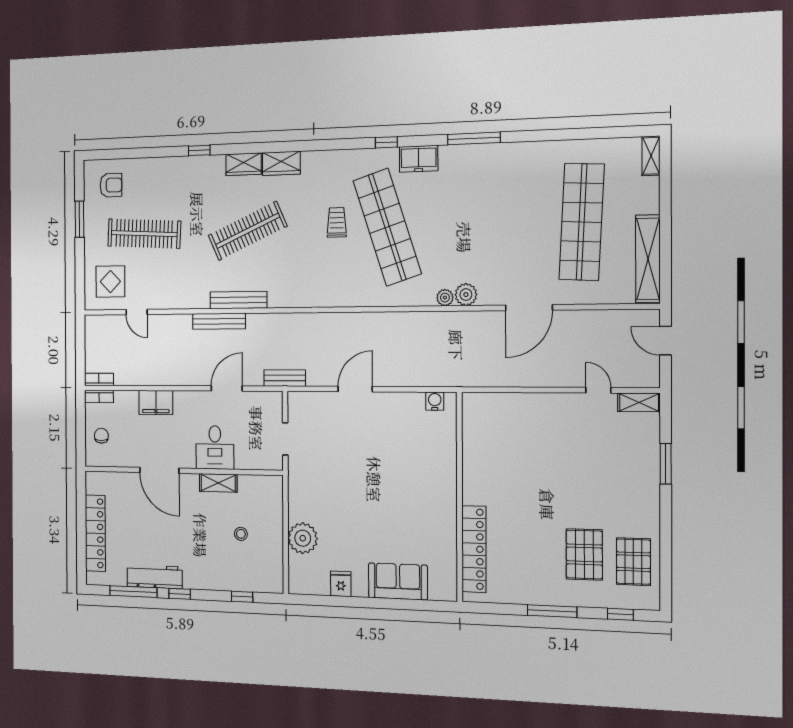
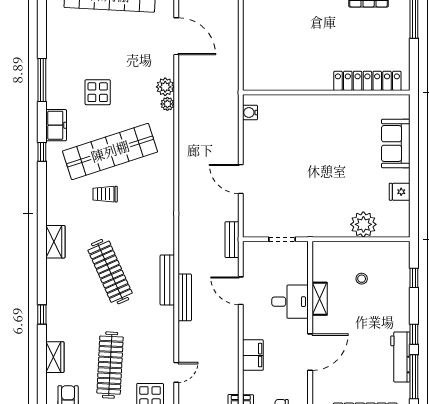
wardrobe: (244, 164) -> (55, 357), moved
display table: (459, 210) -> (98, 92), added

